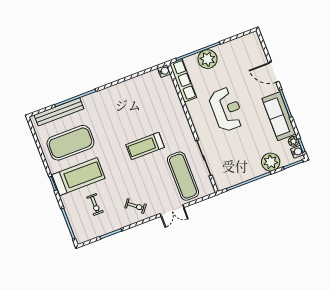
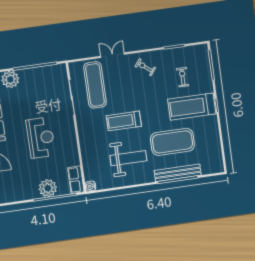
row of seats: (183, 81) -> (76, 180), width x0.68
weight bench: (132, 109) -> (128, 158), added
reception desk: (226, 109) -> (41, 138), turned 180
bench: (59, 112) -> (178, 173), moved
exercise mat: (70, 143) -> (172, 142), moved
treadmill: (145, 146) -> (124, 121), turned 180

